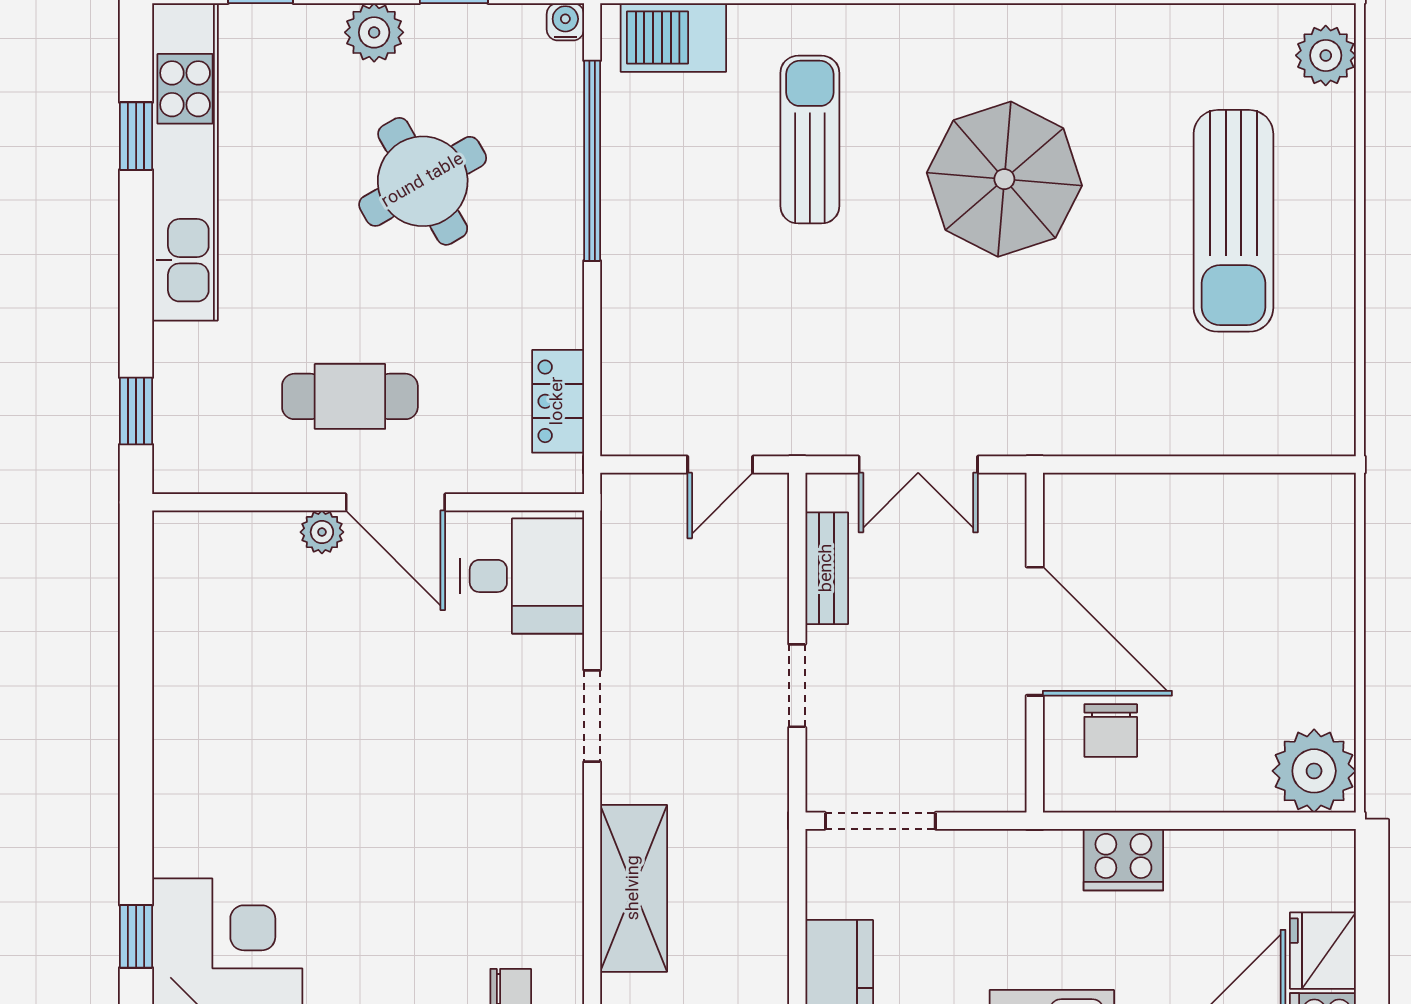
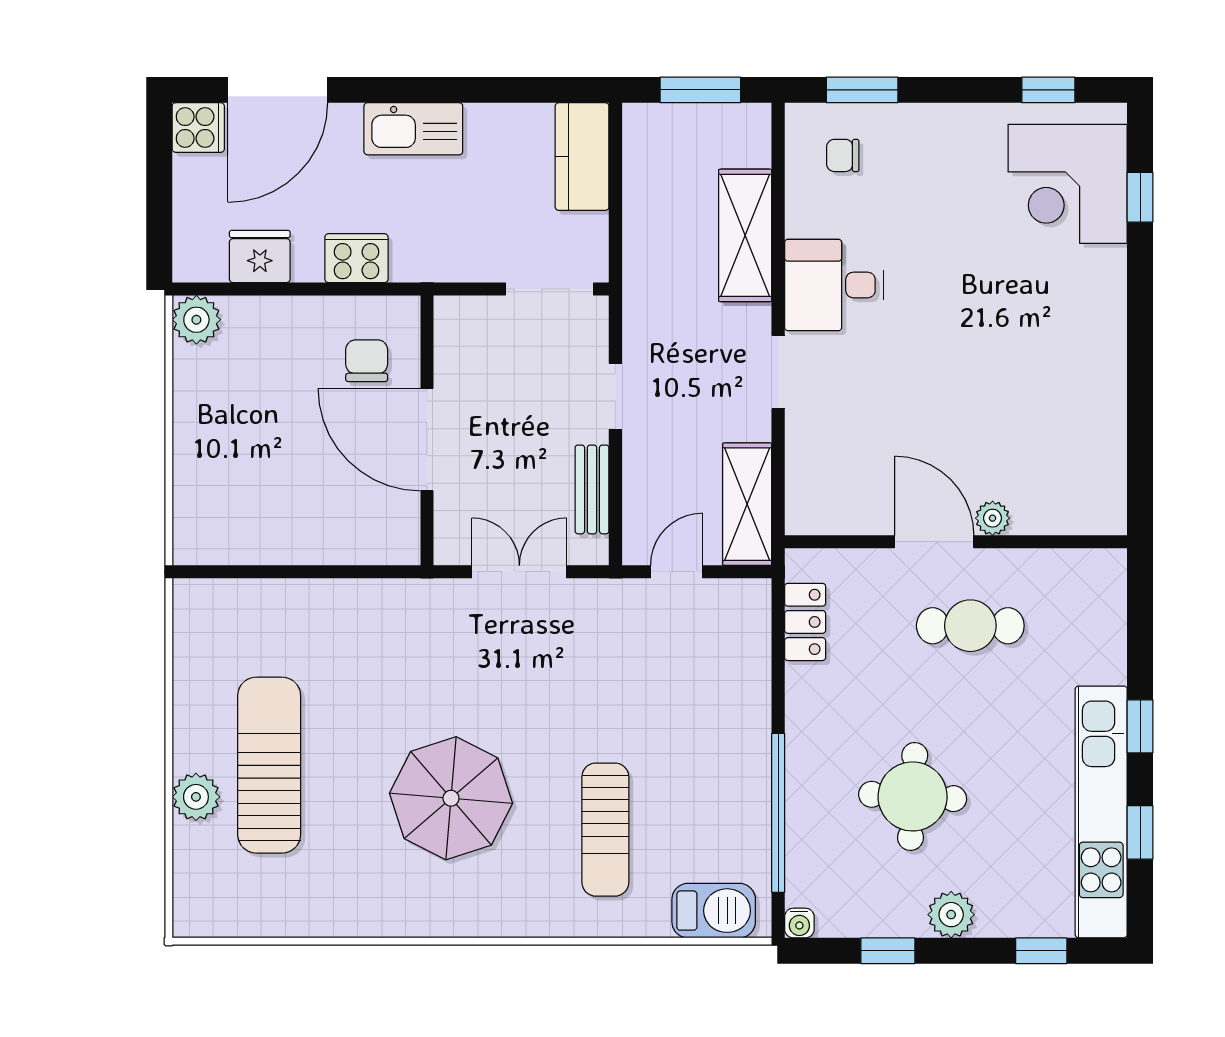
plant: (1326, 55) -> (196, 797), moved
round table: (423, 181) -> (913, 796), turned 33
window: (136, 411) -> (1140, 726), moved
shelving: (631, 550) -> (747, 504), added
desk: (522, 576) -> (834, 285), moved
plant: (1314, 771) -> (196, 320), width x0.73, depth x0.73
fridge: (1323, 951) -> (260, 256), moved, turned -90

